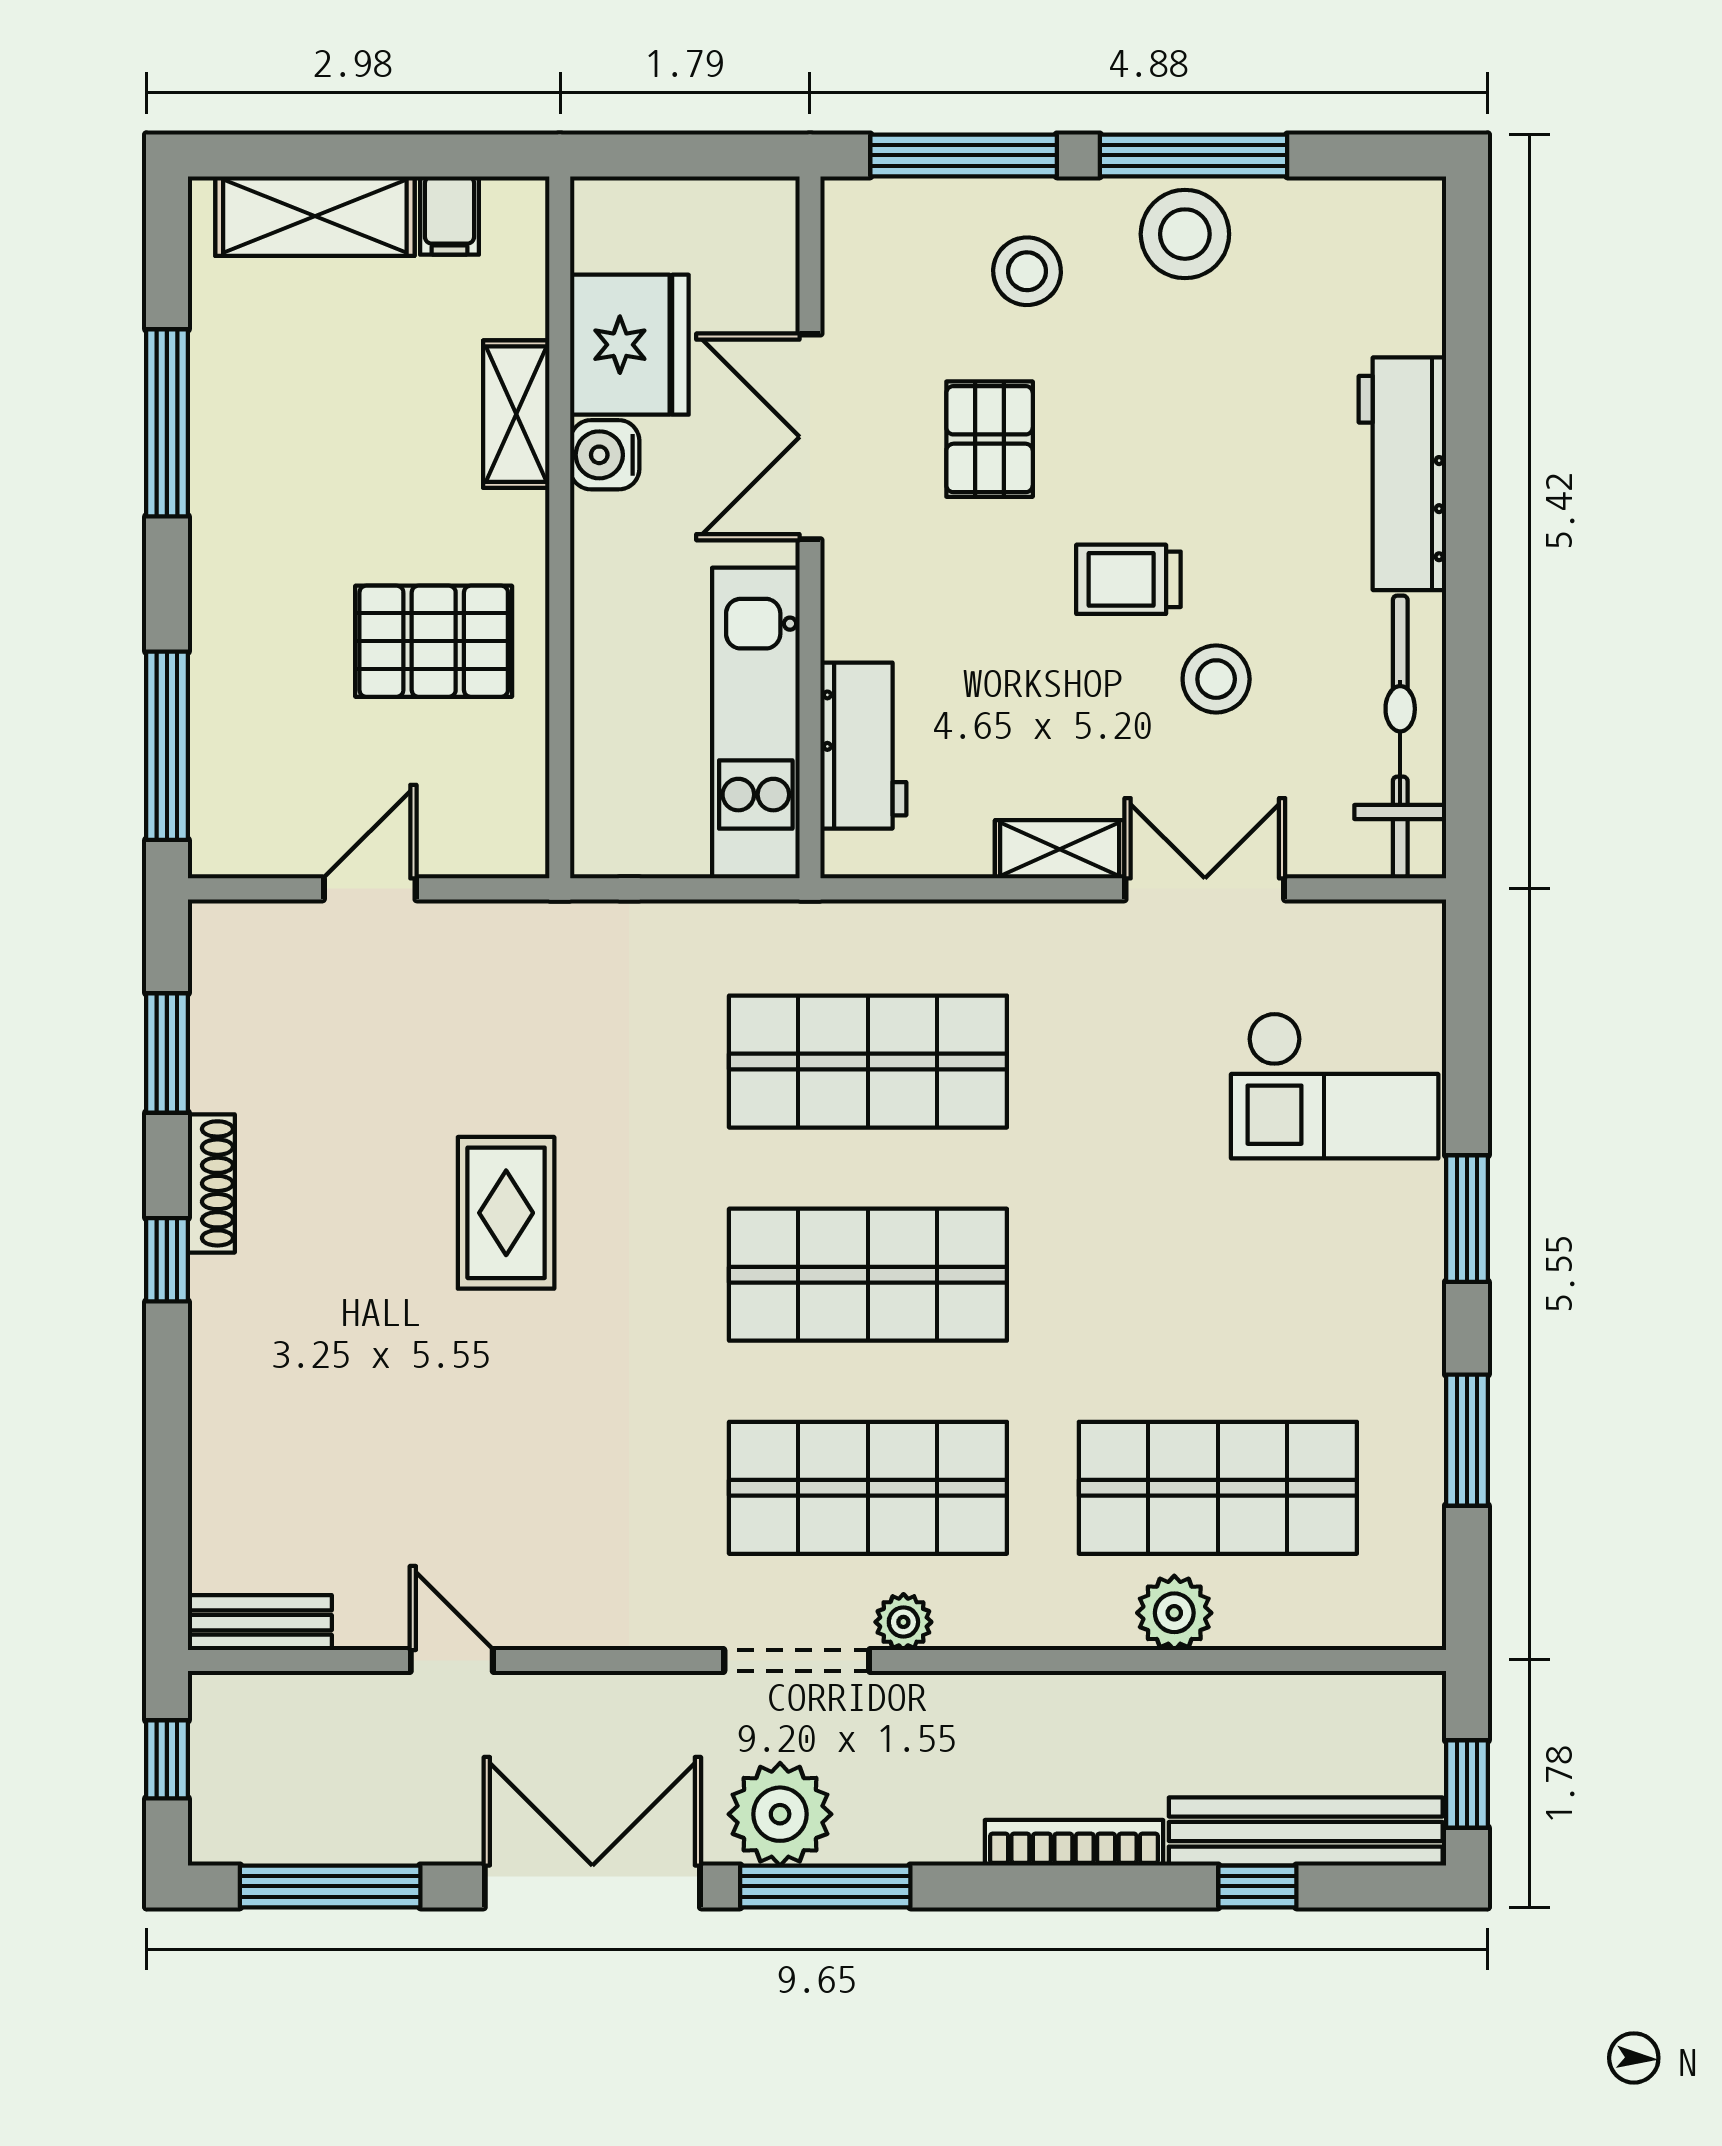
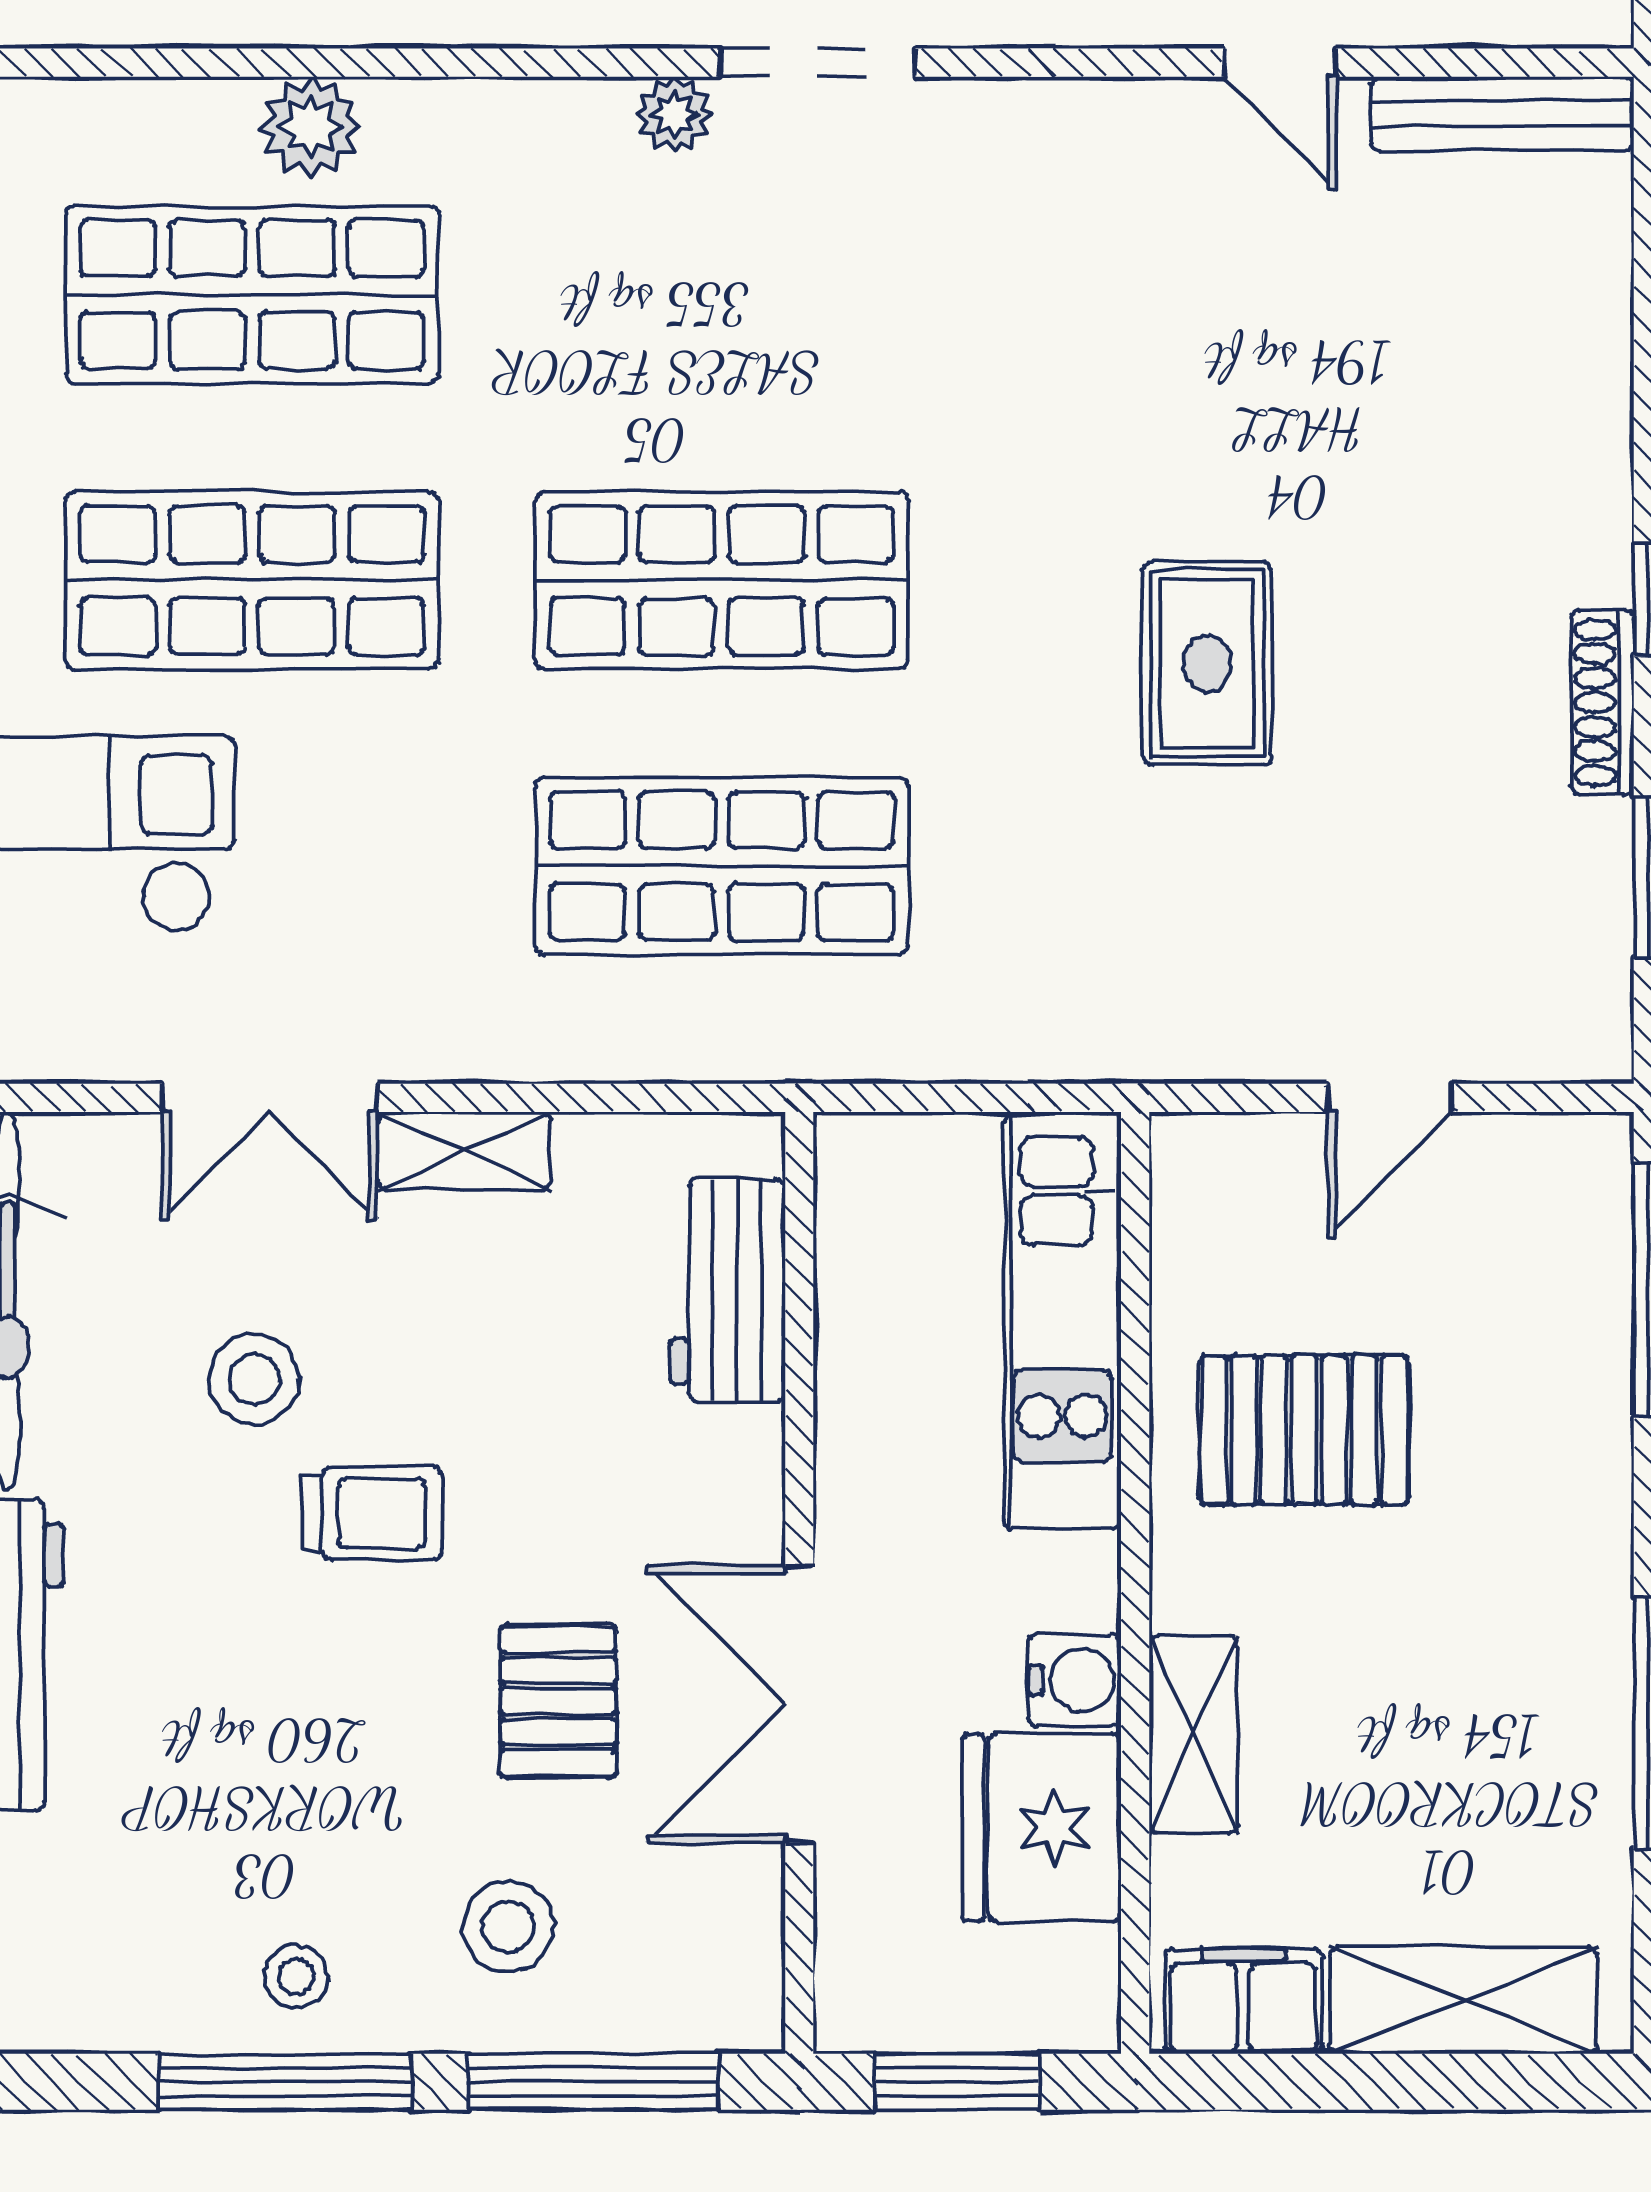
window: (693, 155) -> (957, 2082), added
filing cabinet: (450, 216) -> (1243, 2001), width x2.00
stool: (1185, 234) -> (296, 1976), width x0.53, depth x0.53
double door: (810, 437) -> (799, 1704), swing flipped
kitchen unit: (756, 723) -> (1062, 1320), moved, turned 180
shop shelf: (868, 1488) -> (252, 580), moved
bench: (260, 1623) -> (1502, 113), width x1.36

